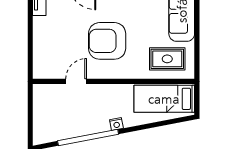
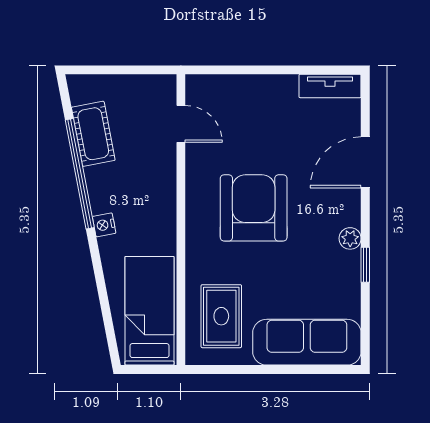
door: (76, 81) -> (181, 124), moved
cot: (66, 130) -> (93, 134), added

